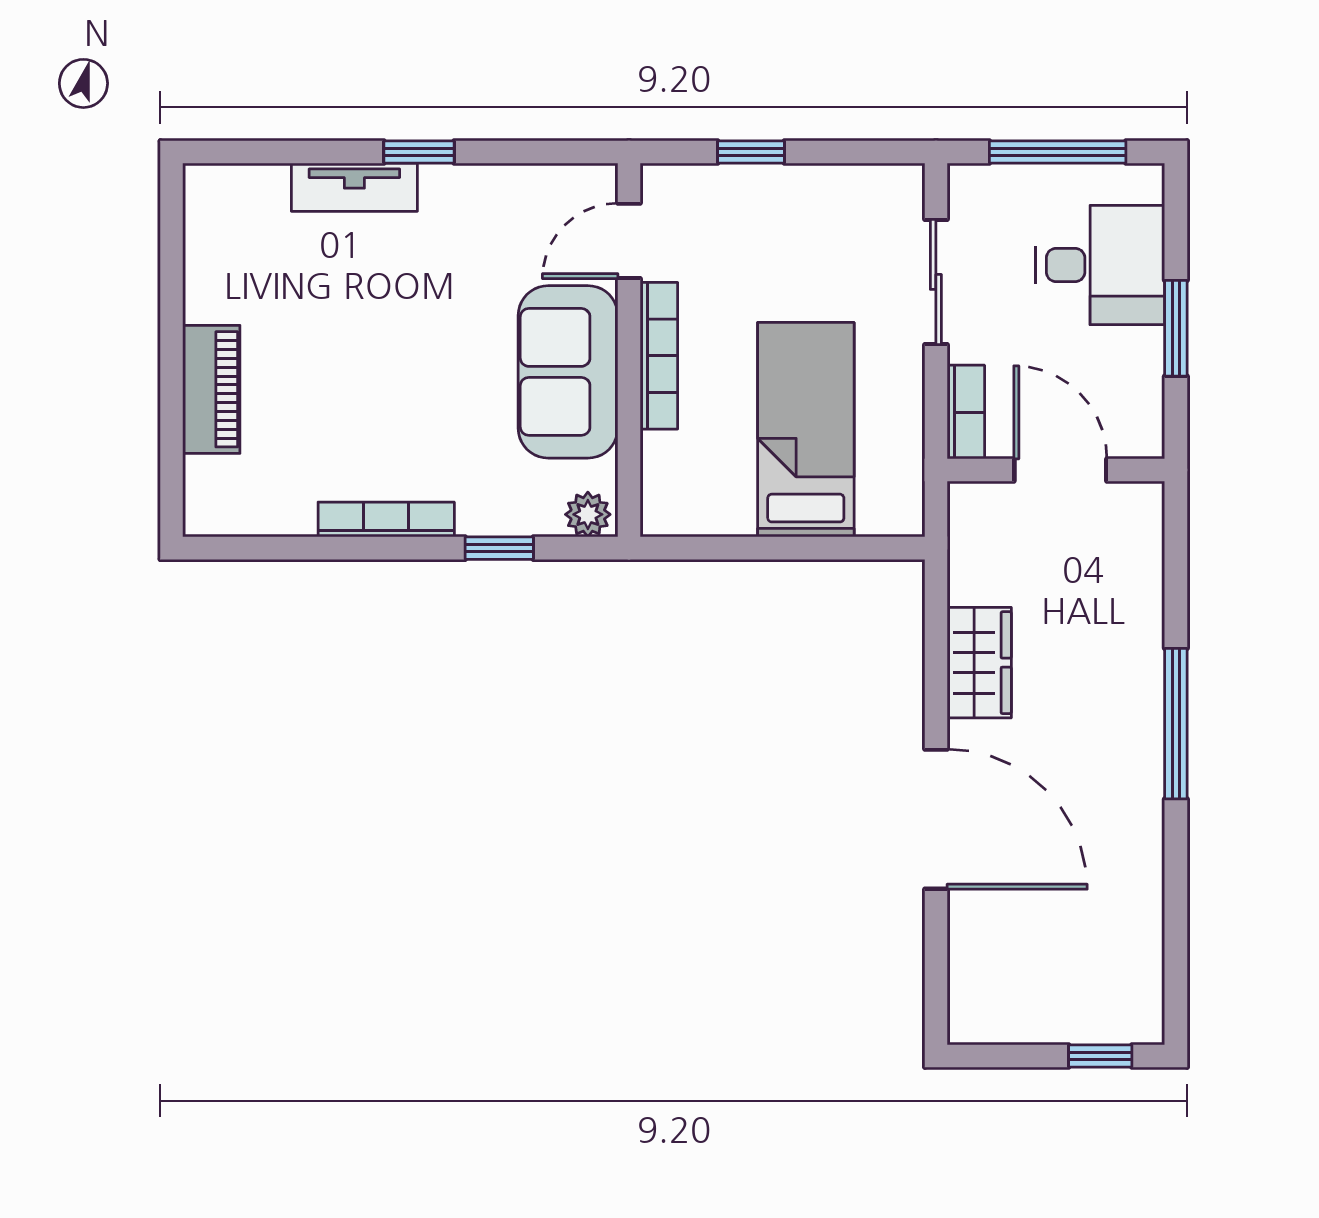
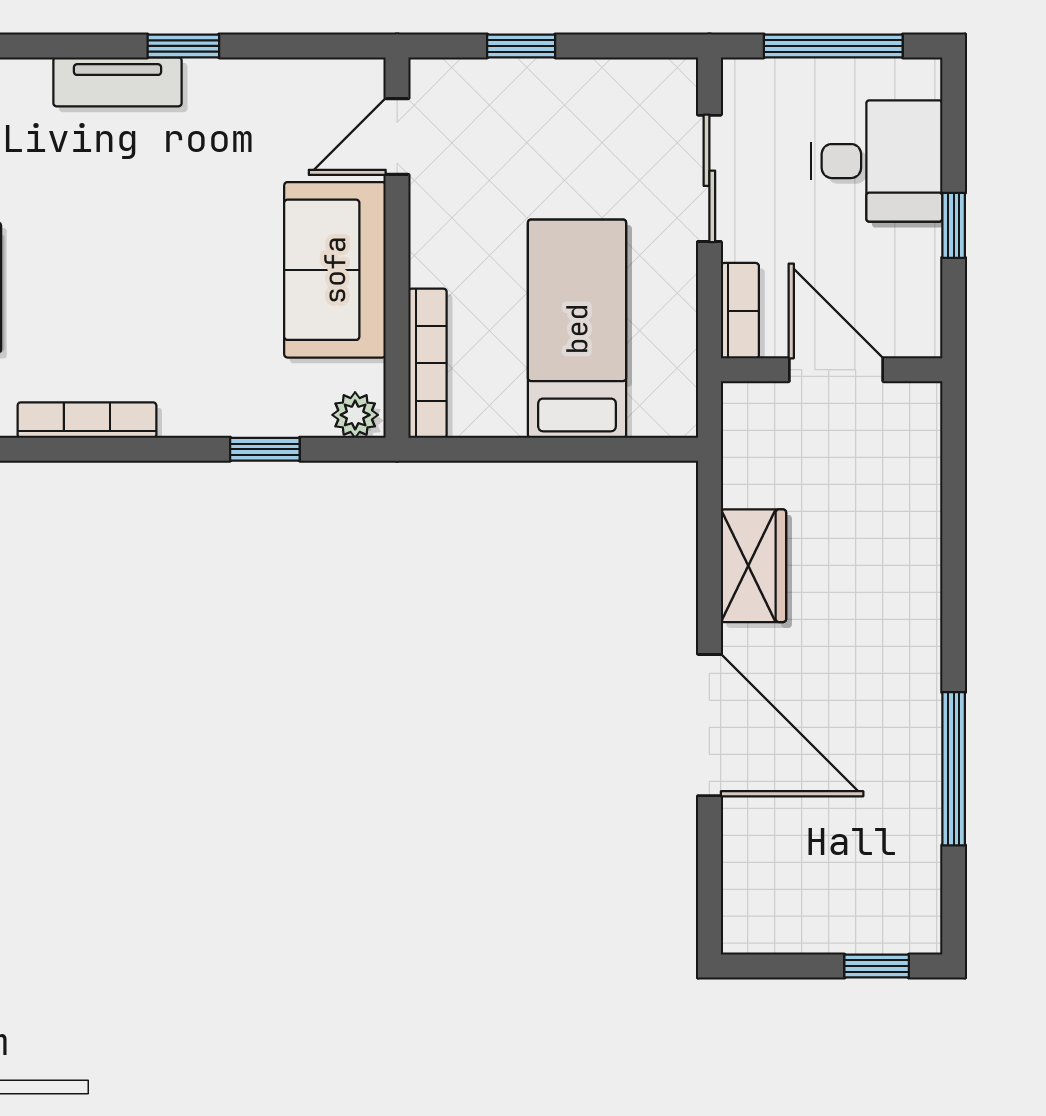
window: (1176, 328) -> (954, 225), width x0.67
bookcase: (659, 356) -> (428, 363), moved
bookcase: (386, 520) -> (87, 420), moved
window: (1176, 724) -> (954, 769), moved

